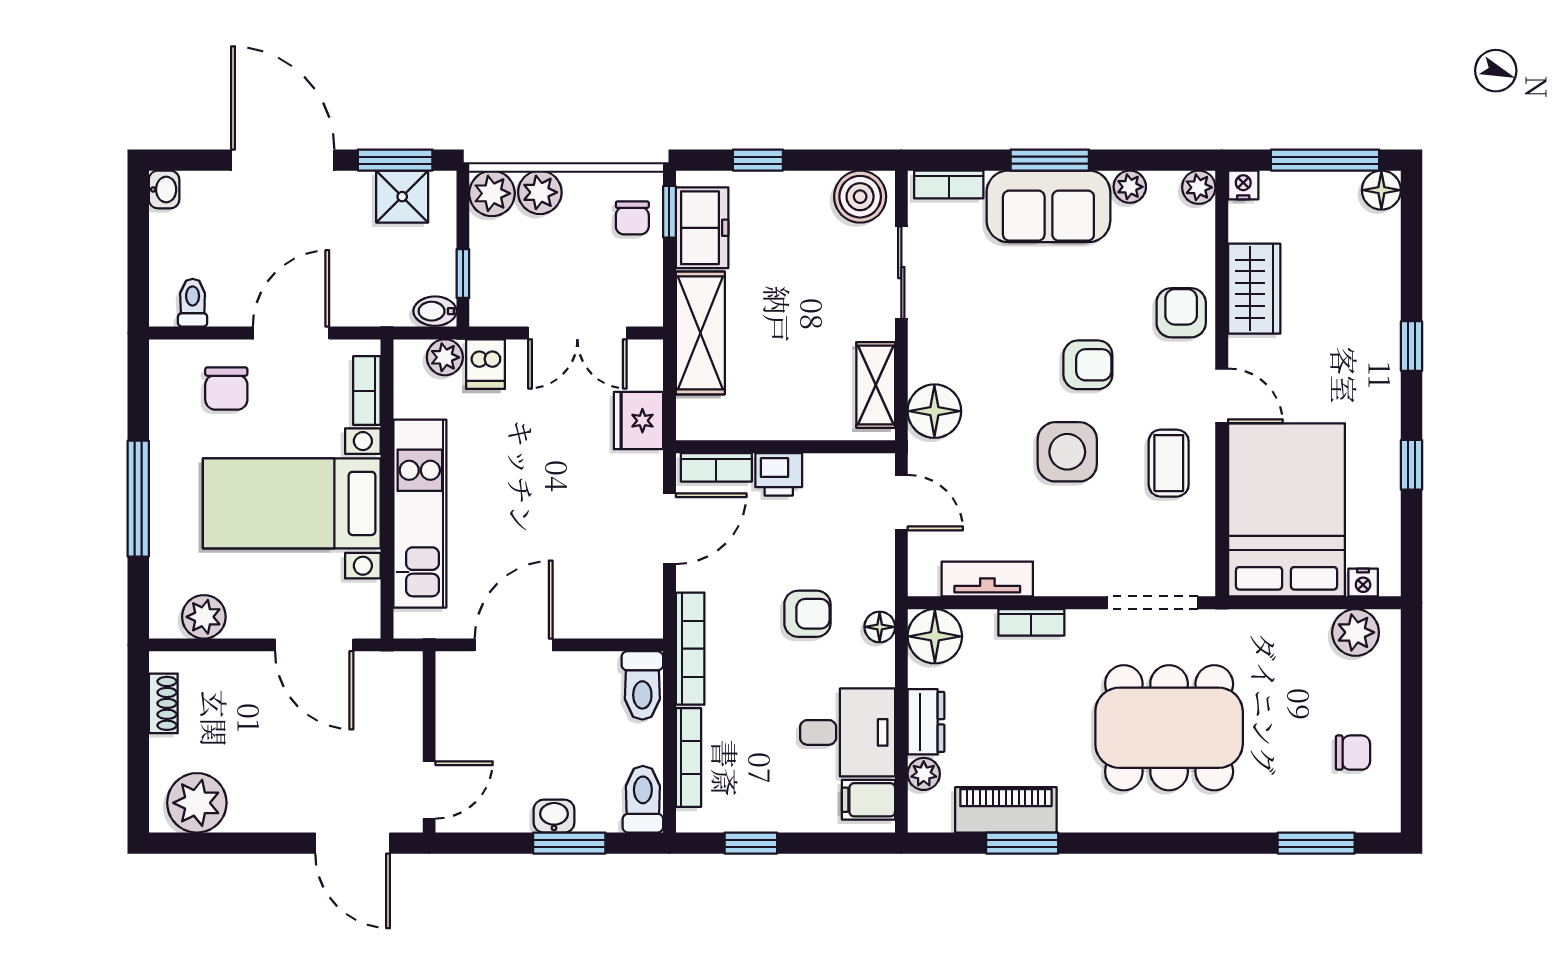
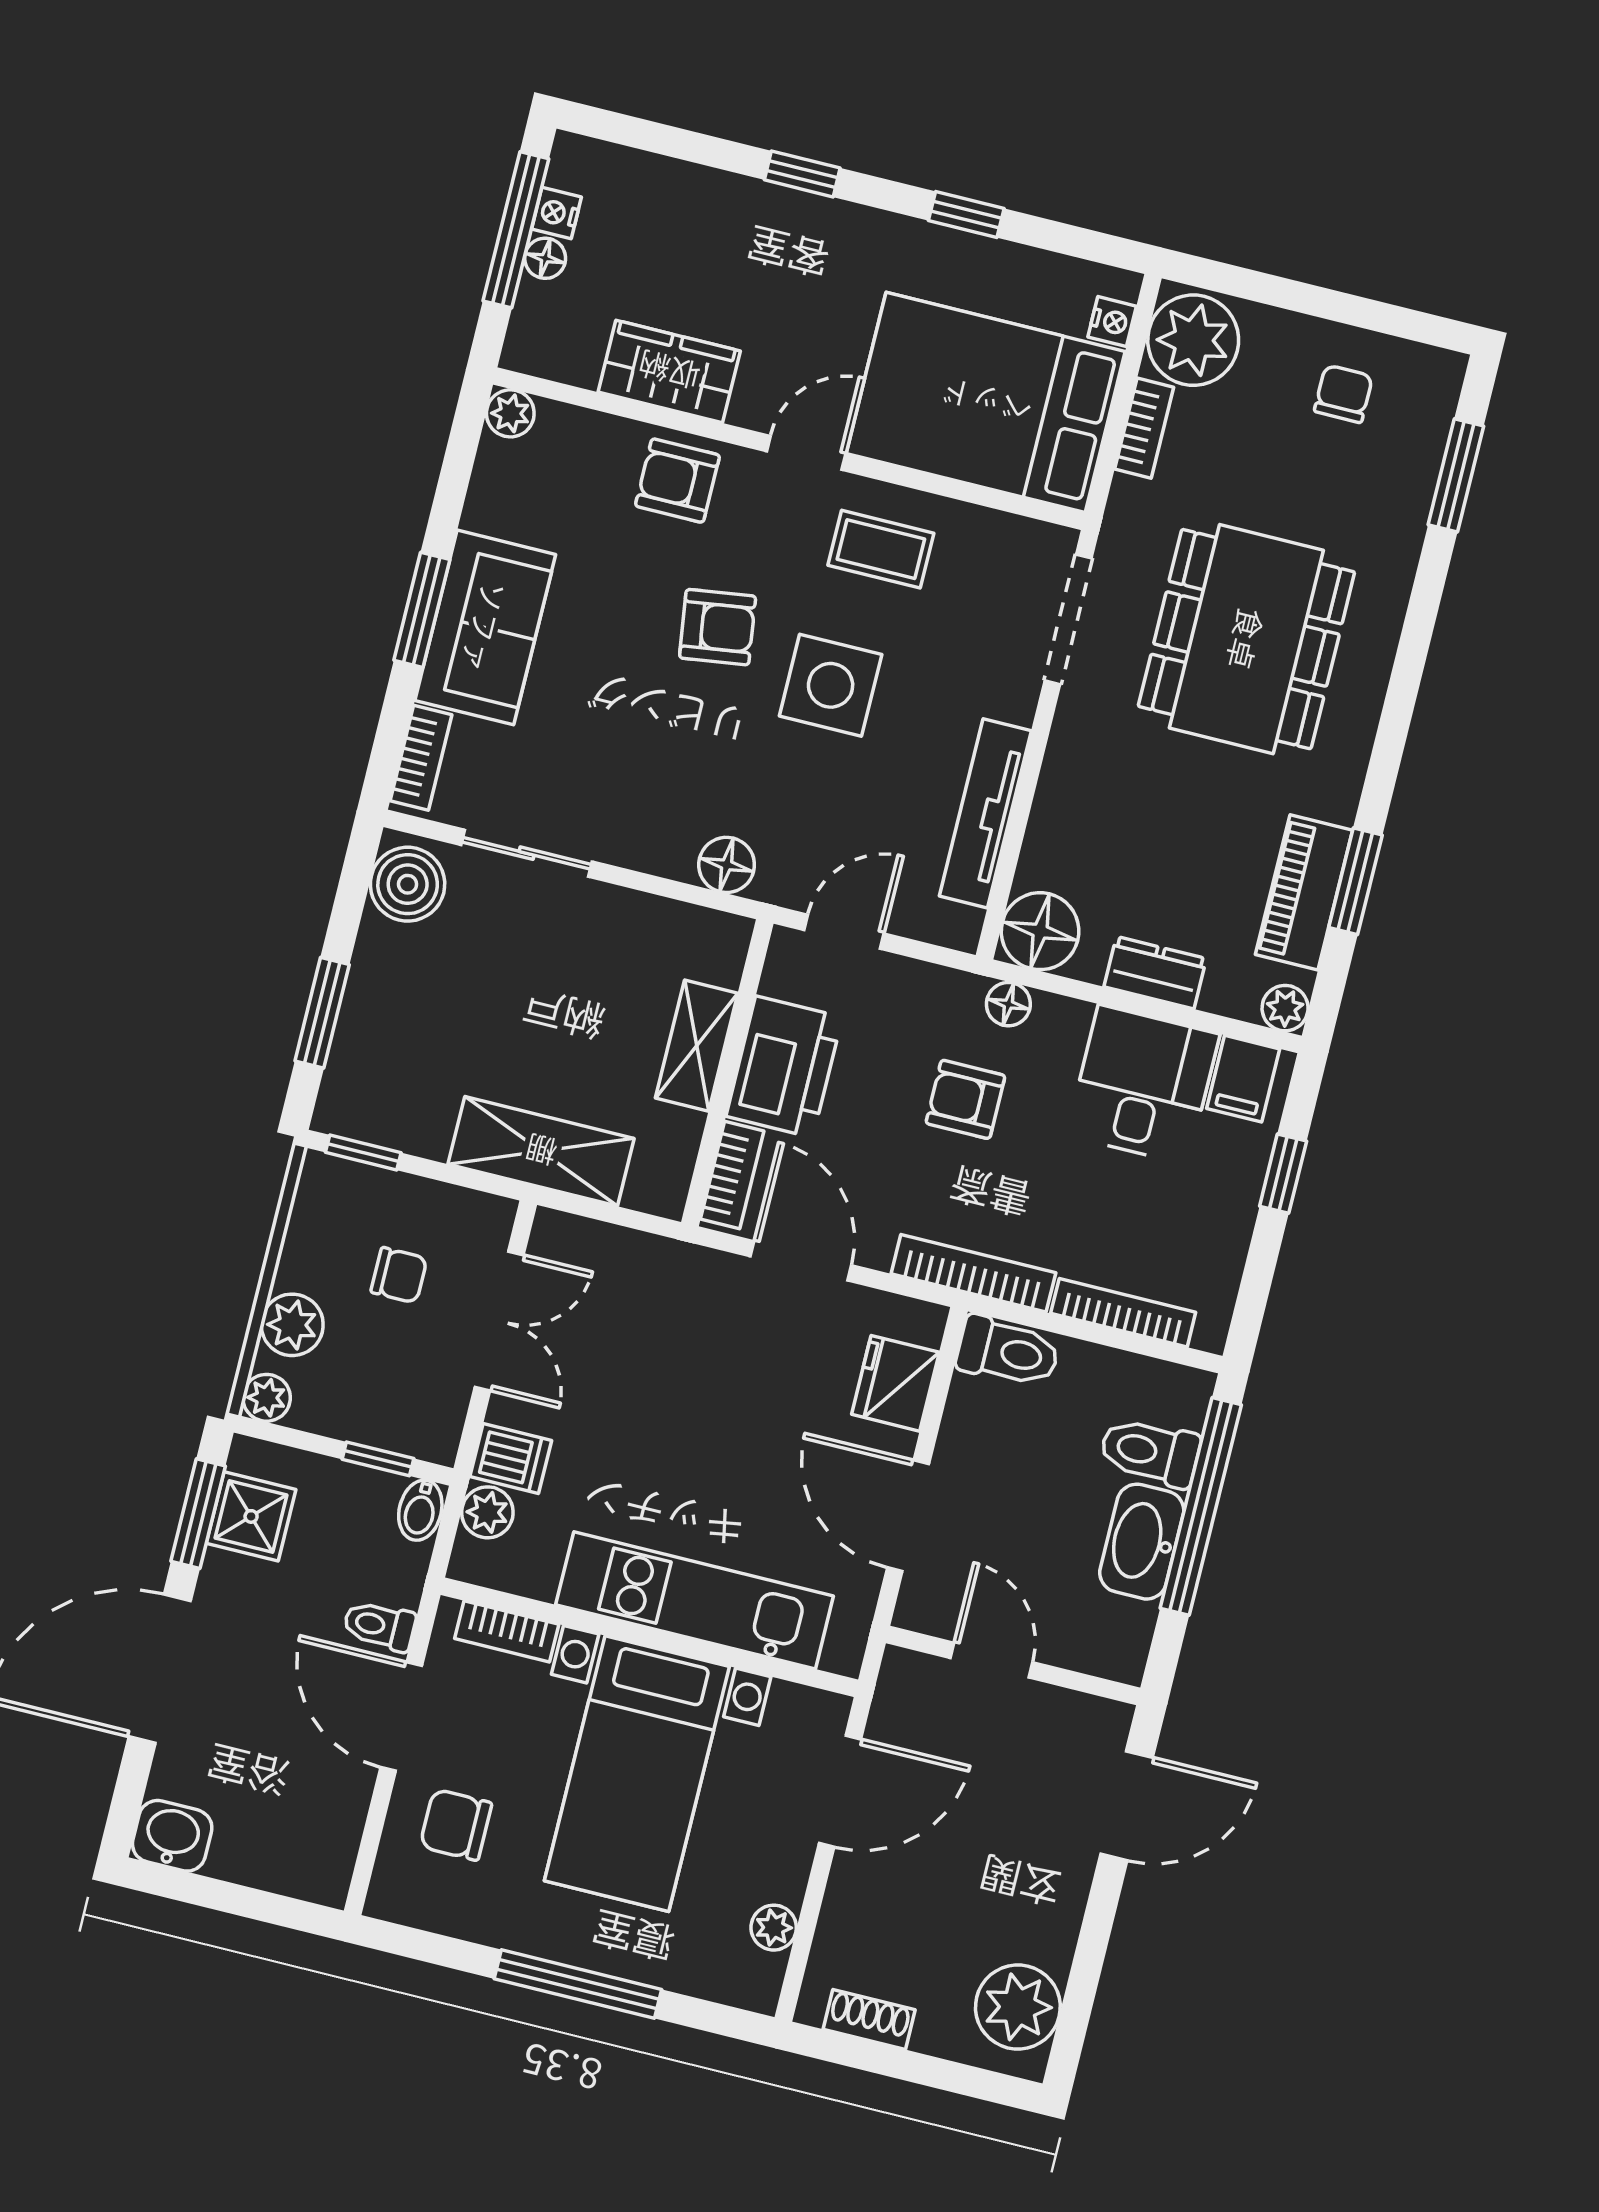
window: (758, 160) -> (322, 1013), width x1.50
nightstand: (1243, 185) -> (556, 213), moved
plant: (1130, 187) -> (486, 508), removed
washbasin: (164, 189) -> (172, 1836), width x1.38, depth x1.45
floor lamp: (1381, 190) -> (545, 258), moved, width x0.73, depth x0.73
plant: (492, 193) -> (267, 1398), width x0.73, depth x0.73
chair: (632, 218) -> (399, 1275), moved
freezer: (702, 228) -> (396, 1113), removed
toilet: (193, 303) -> (379, 1626), moved
armchair: (1088, 365) -> (718, 627), turned 82
shelving: (876, 385) -> (697, 1046), moved, turned 90
chair: (226, 388) -> (456, 1825), turned 180
floor lamp: (934, 411) -> (727, 865), width x0.73, depth x0.73
fridge: (638, 421) -> (895, 1383), moved, turned 90
printer: (779, 474) -> (784, 1067), width x1.87, depth x1.48
tv unit: (987, 579) -> (985, 813), width x1.41
armchair: (807, 614) -> (965, 1099), turned -90
plant: (204, 617) -> (774, 1928), width x0.73, depth x0.73
bookcase: (1031, 622) -> (1144, 428), moved
plant: (1356, 632) -> (1193, 340), width x1.36, depth x1.36
plant: (924, 774) -> (1285, 1008), moved
door: (429, 790) -> (991, 1660), moved
toilet: (643, 799) -> (1150, 1452), moved
washbasin: (554, 816) -> (1142, 1542), width x1.91, depth x1.45
window: (569, 843) -> (1201, 1506), width x2.11
window: (751, 843) -> (1283, 1174), moved

